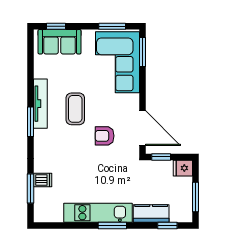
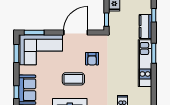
door: (143, 128) -> (76, 32), moved

